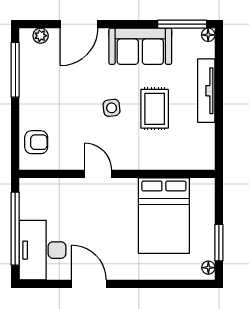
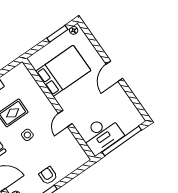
armchair: (36, 142) -> (48, 176), moved
desk: (42, 250) -> (102, 135), moved
door: (89, 284) -> (114, 71), moved

